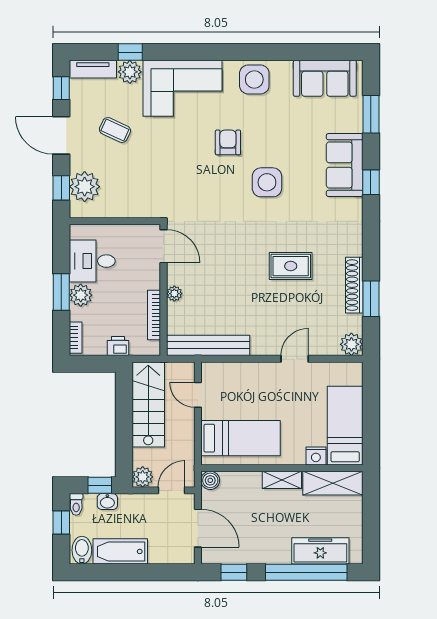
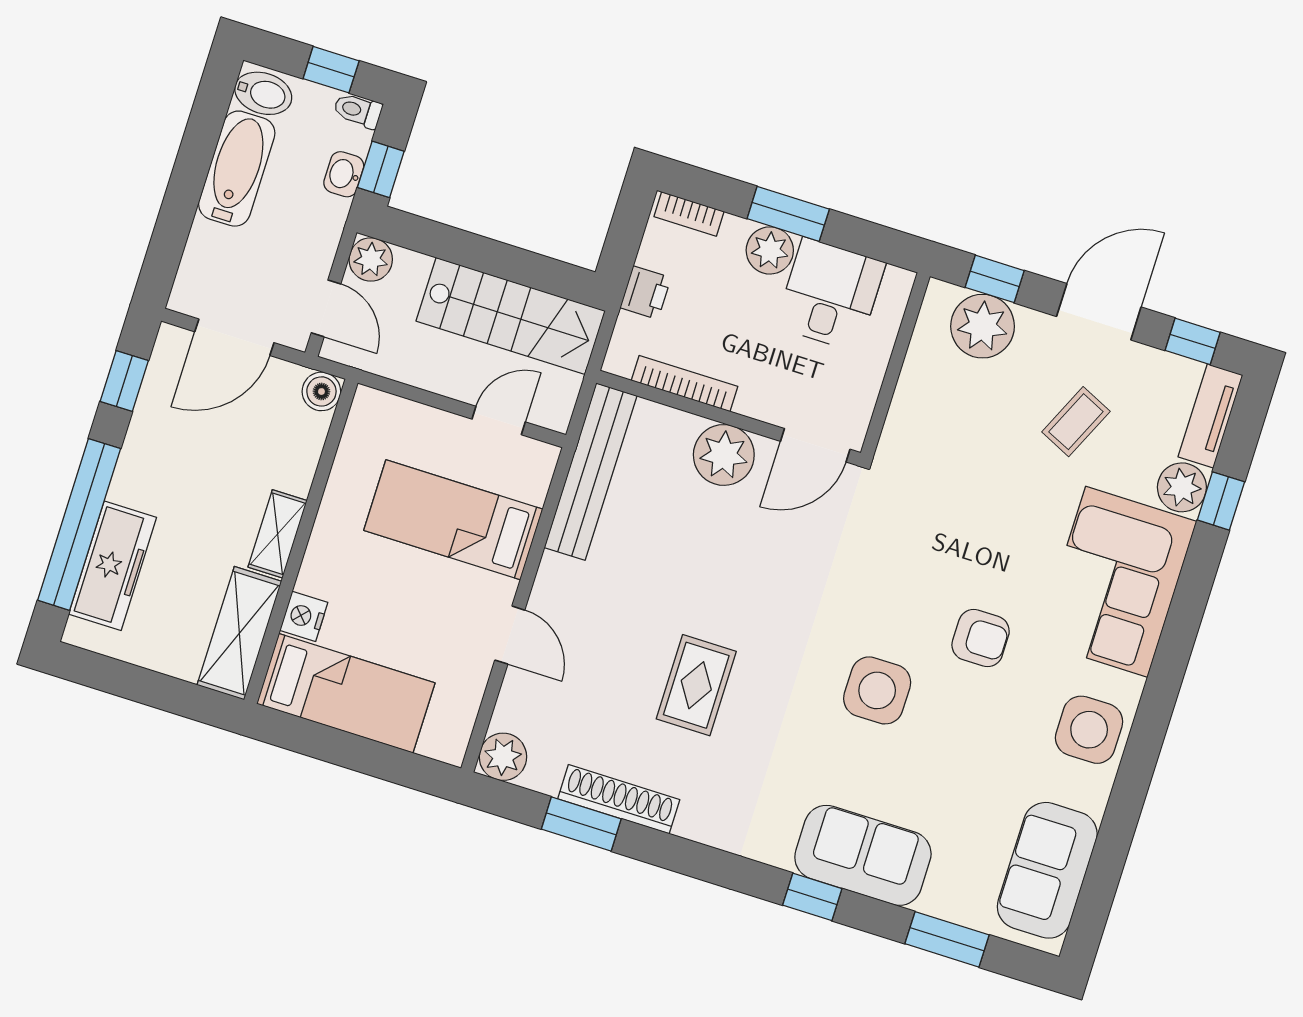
plant: (174, 294) -> (724, 455), width x1.88, depth x1.88
bed: (241, 438) -> (453, 520), moved, turned 90

